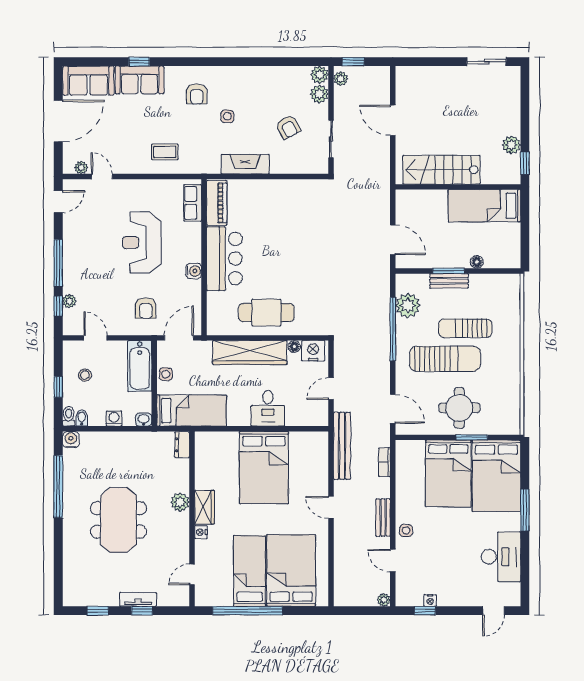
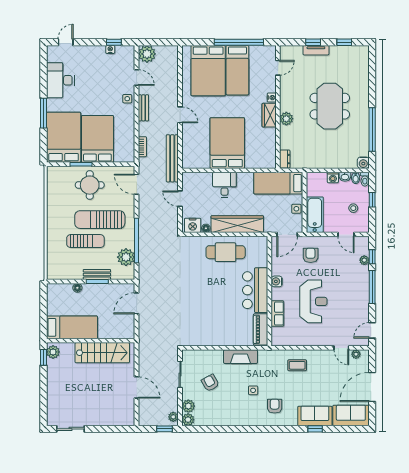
plant: (511, 145) -> (53, 352), moved
row of seats: (193, 203) -> (277, 313), moved
door: (393, 240) -> (137, 303), hinge flipped
door: (331, 389) -> (180, 199), swing flipped
washbasin: (144, 420) -> (345, 177), moved
plant: (384, 600) -> (147, 54), width x1.87, depth x1.87

